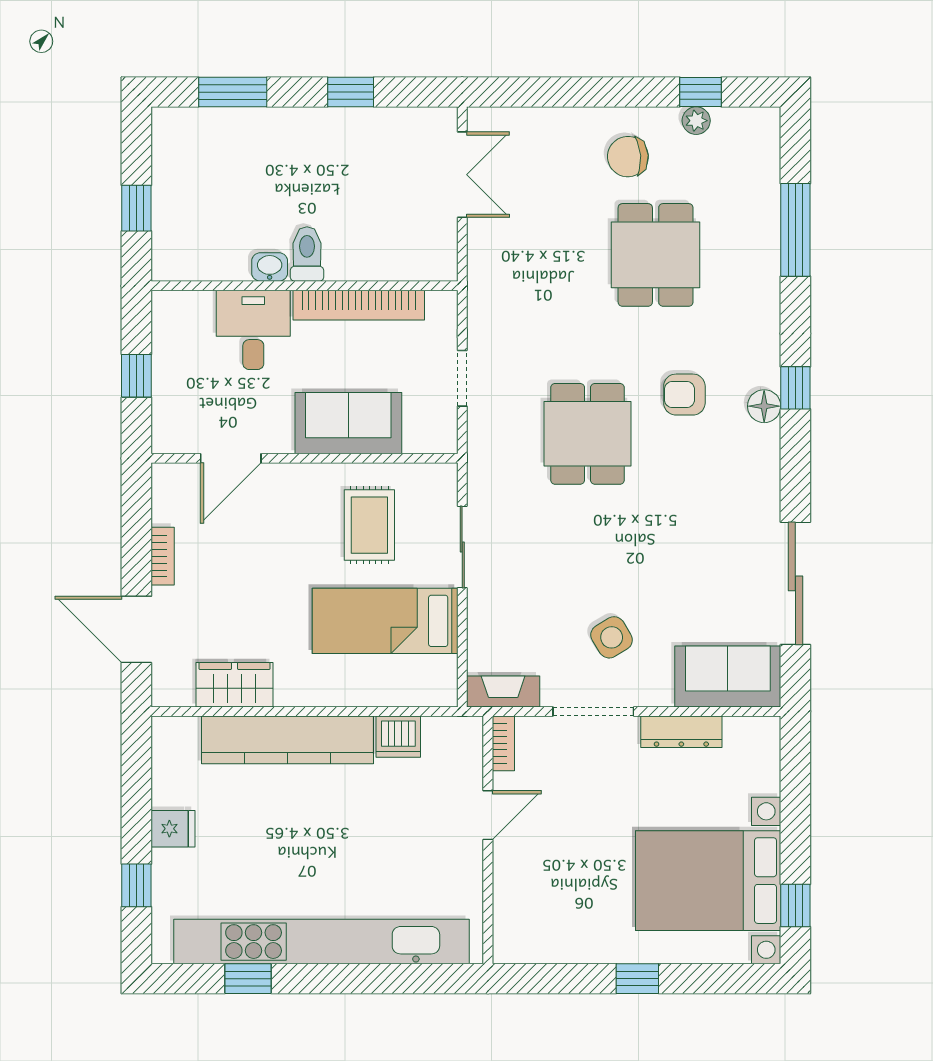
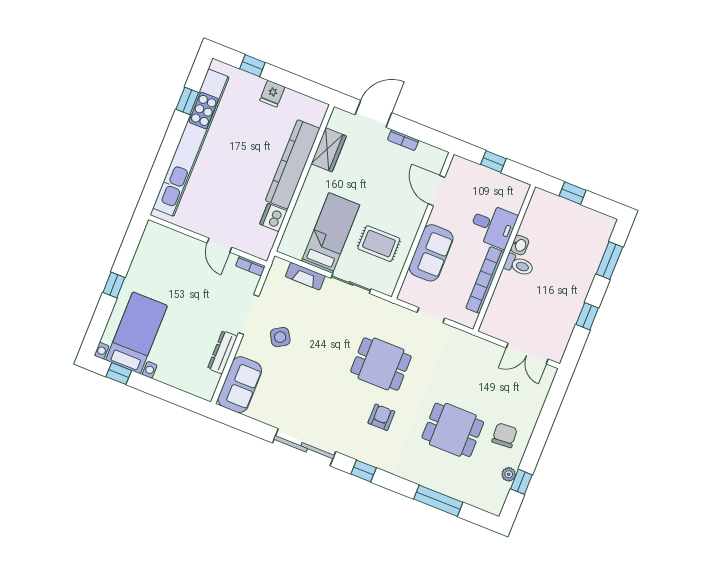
floor lamp: (764, 406) -> (361, 453), removed
sliding door: (795, 583) -> (304, 447), moved
fireplace: (503, 691) -> (305, 276), moved, turned 90
bed with nightstands: (708, 881) -> (137, 333), width x0.73

